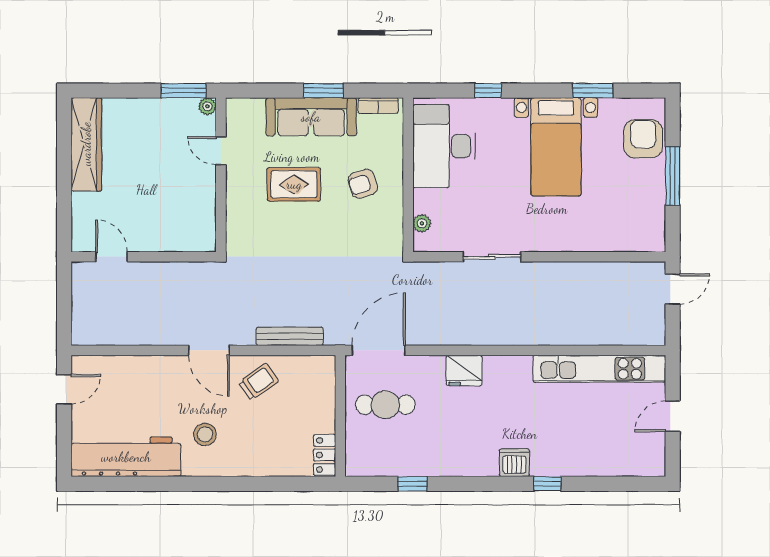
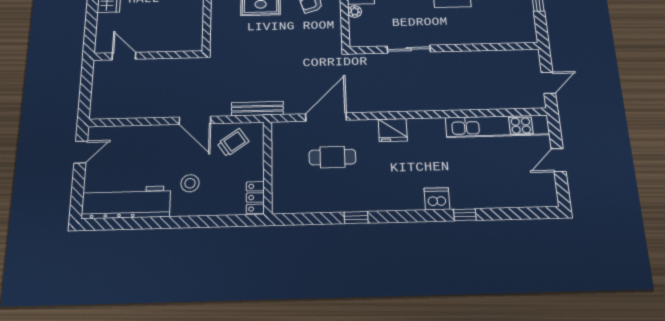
plant: (422, 223) -> (355, 11), moved
door: (673, 289) -> (548, 83), moved
wall: (340, 416) -> (268, 167), moved
locker: (325, 455) -> (255, 198), moved

